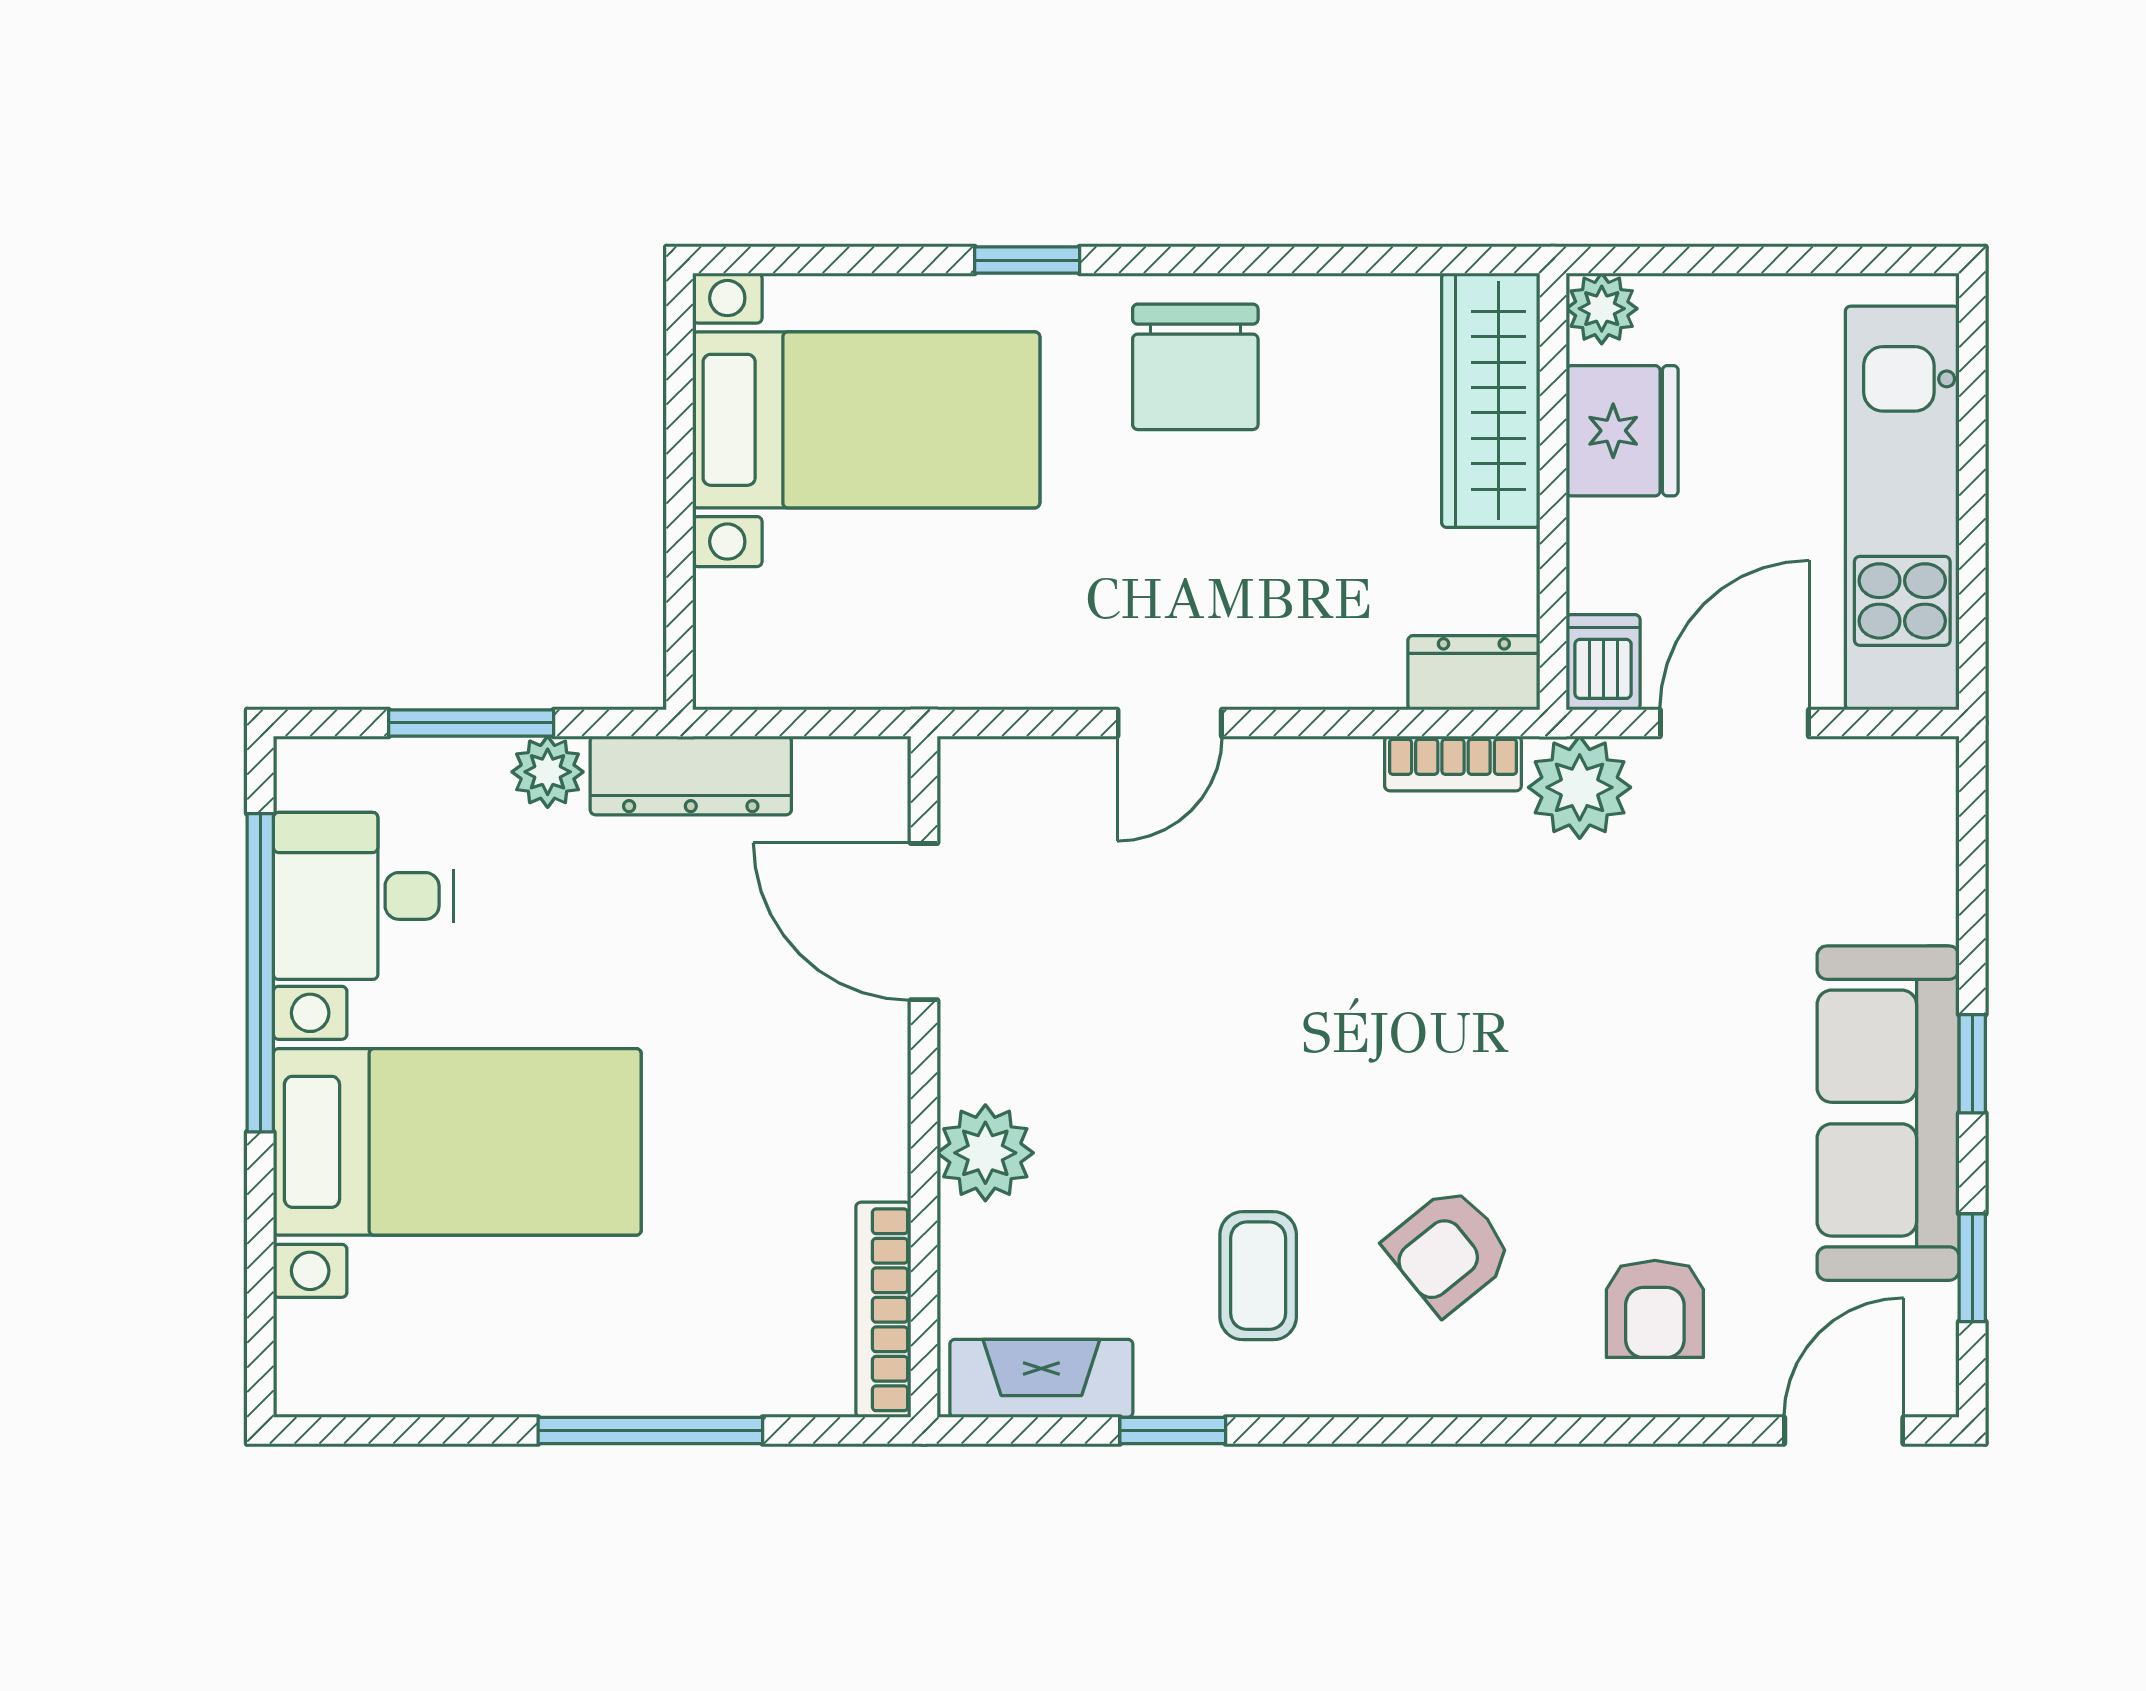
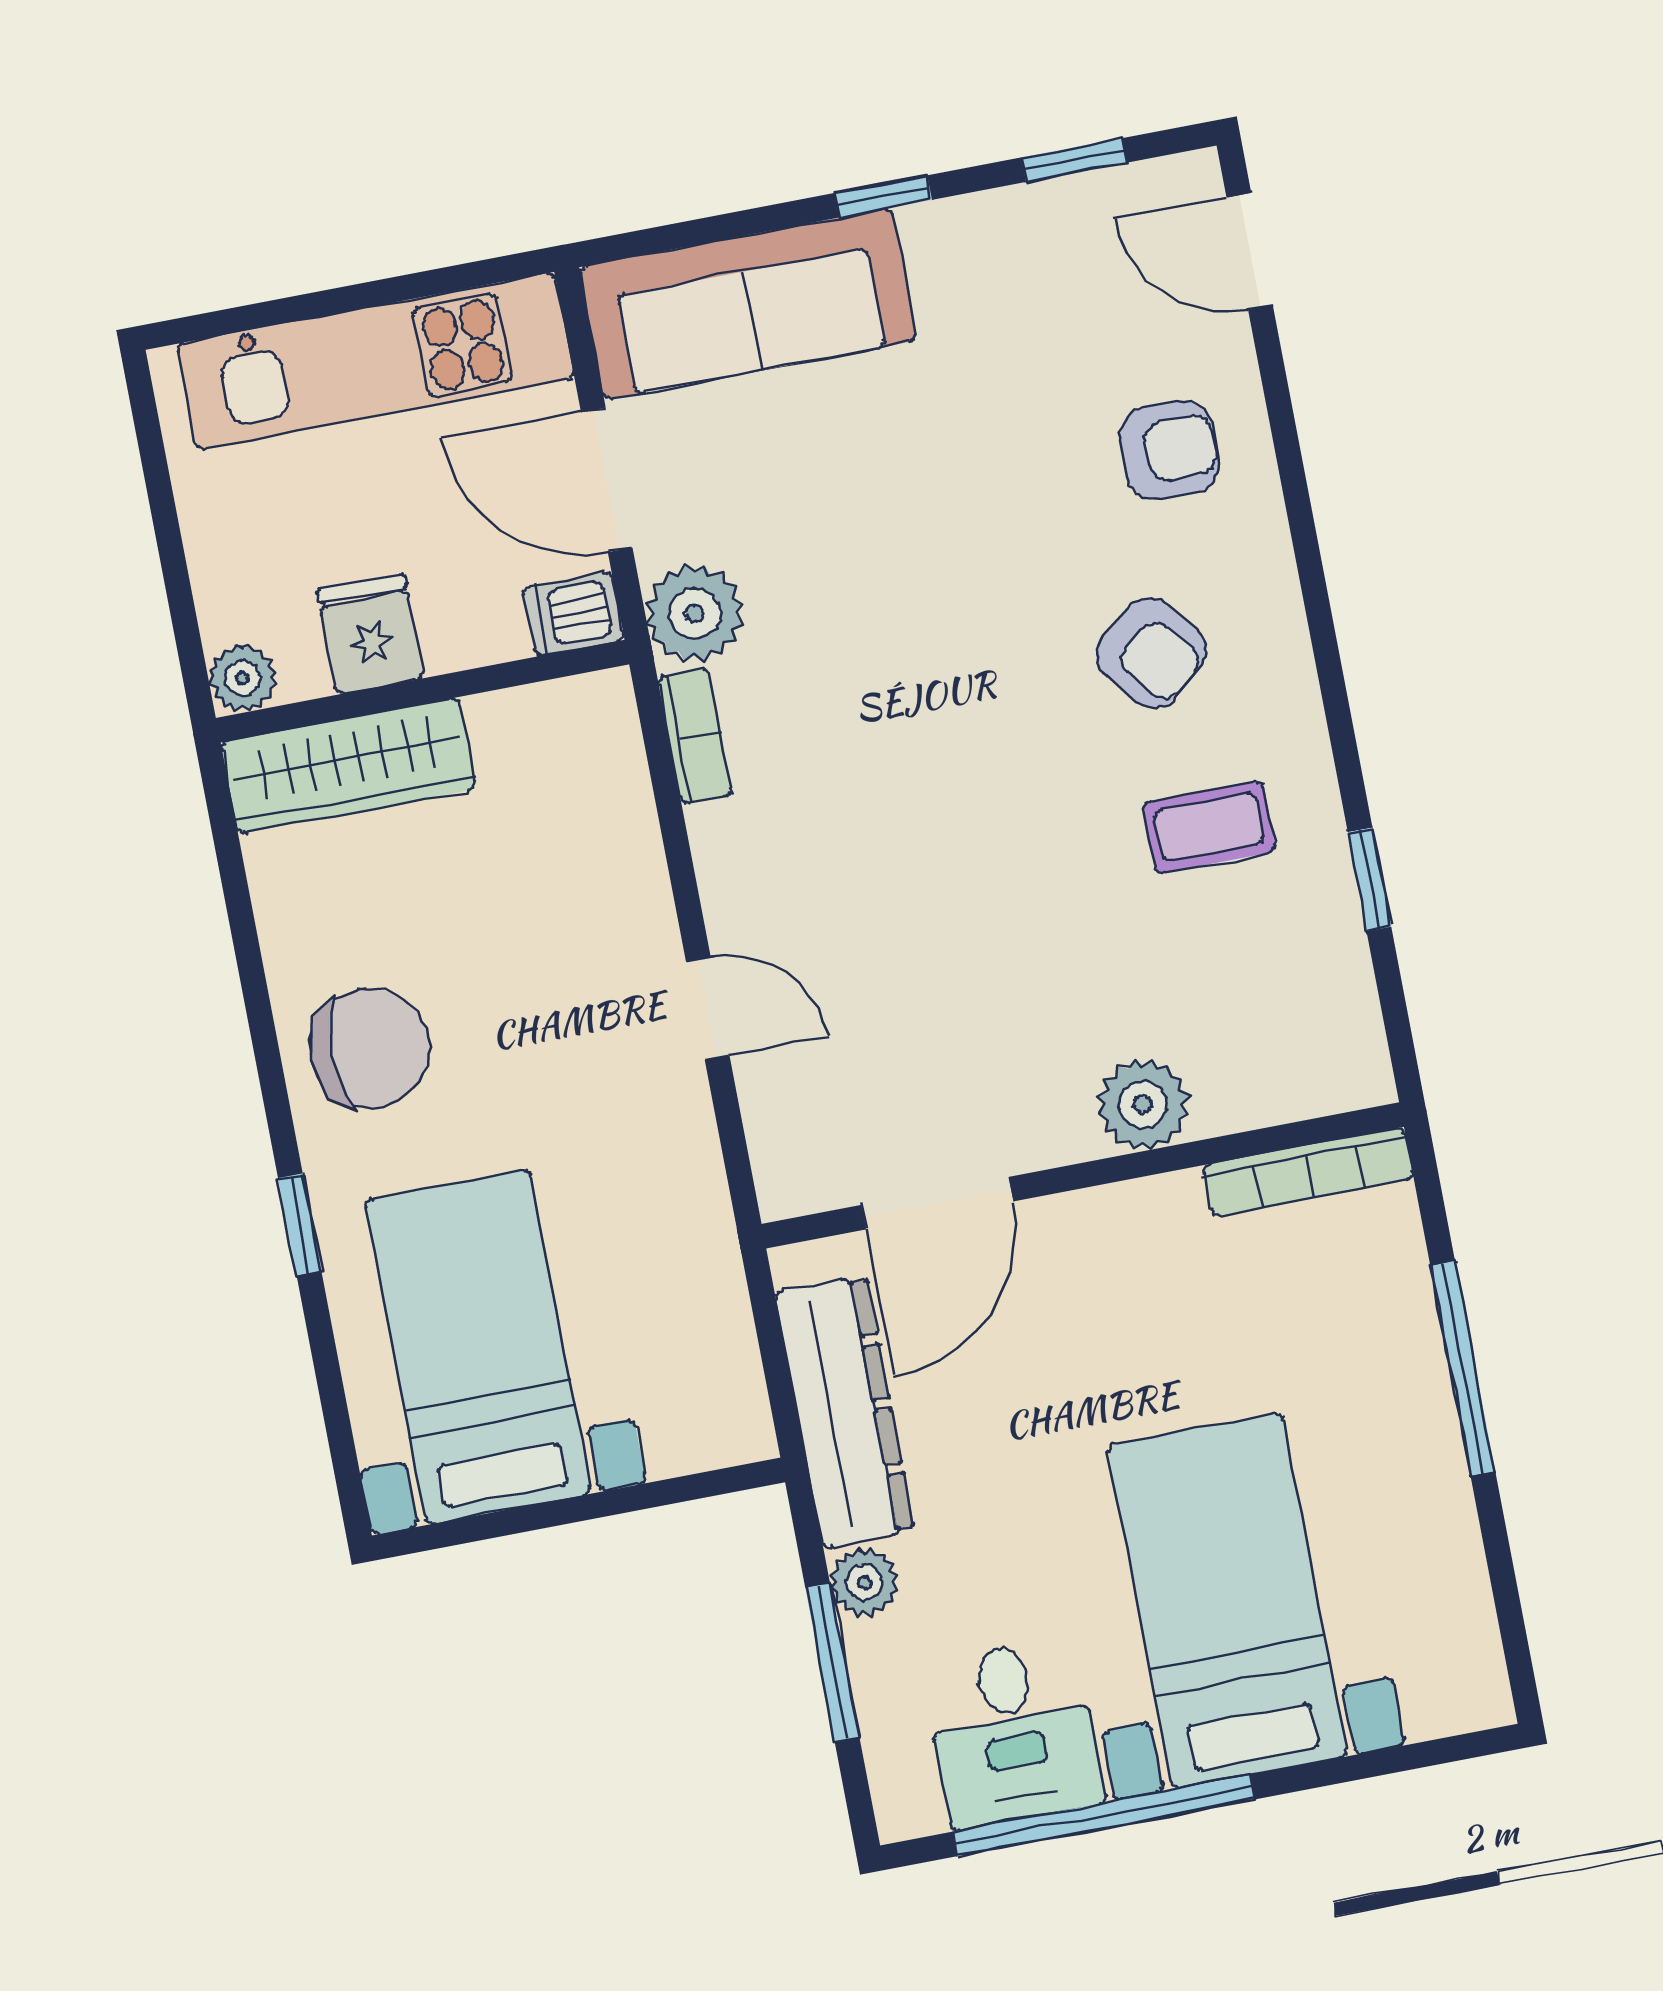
fridge: (1622, 431) -> (370, 634), width x0.72
dresser: (1474, 673) -> (606, 733), removed
dresser: (691, 775) -> (845, 1412), width x1.37, depth x1.24
sofa: (1888, 1113) -> (748, 304), moved
fireplace: (1041, 1378) -> (1344, 1012), removed

